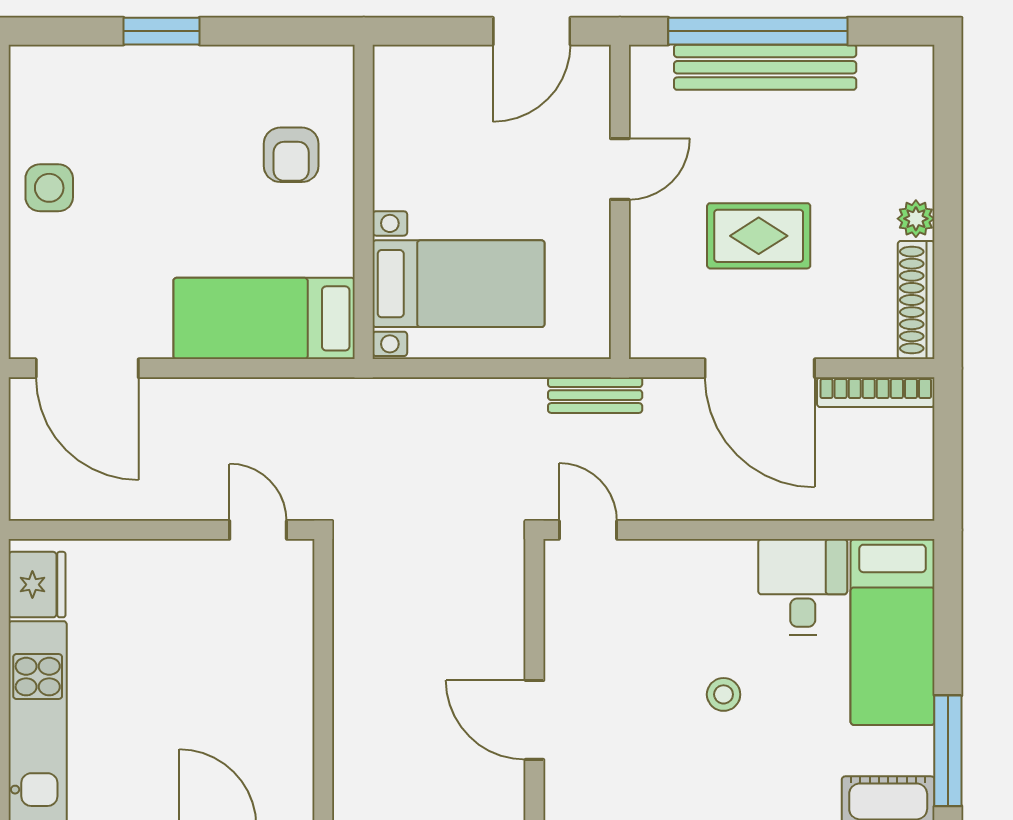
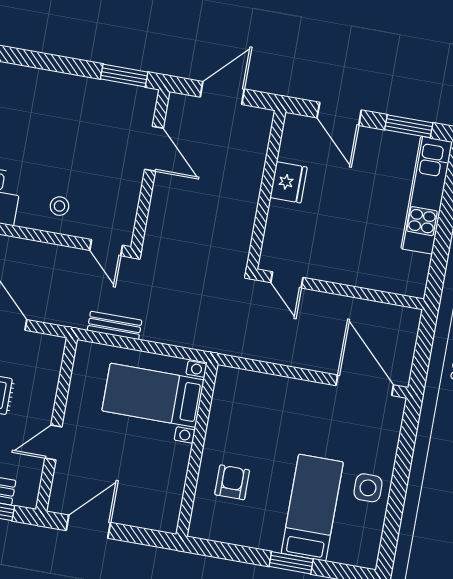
bed: (264, 318) -> (312, 508), moved, turned -90
bench: (595, 395) -> (115, 325), moved
fridge: (37, 585) -> (289, 182), moved, turned 180
stool: (724, 694) -> (59, 206), moved

